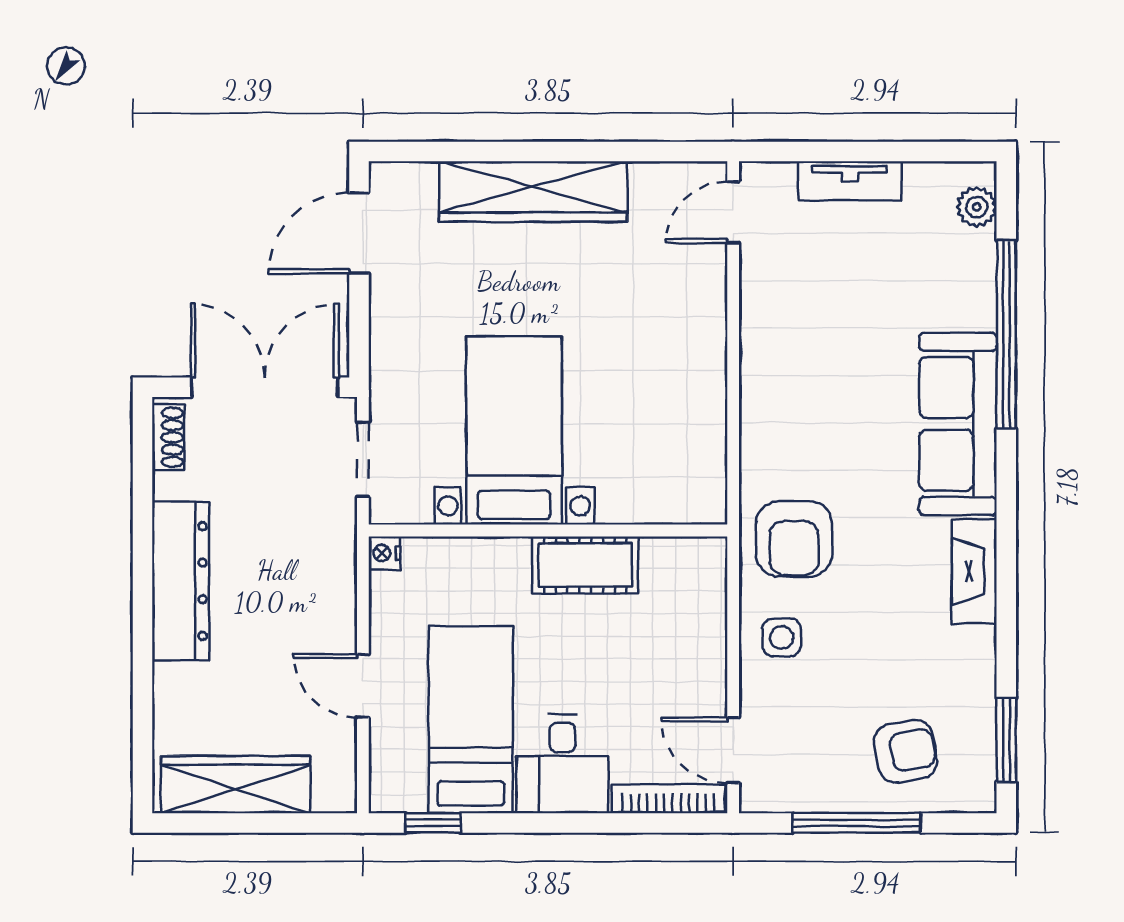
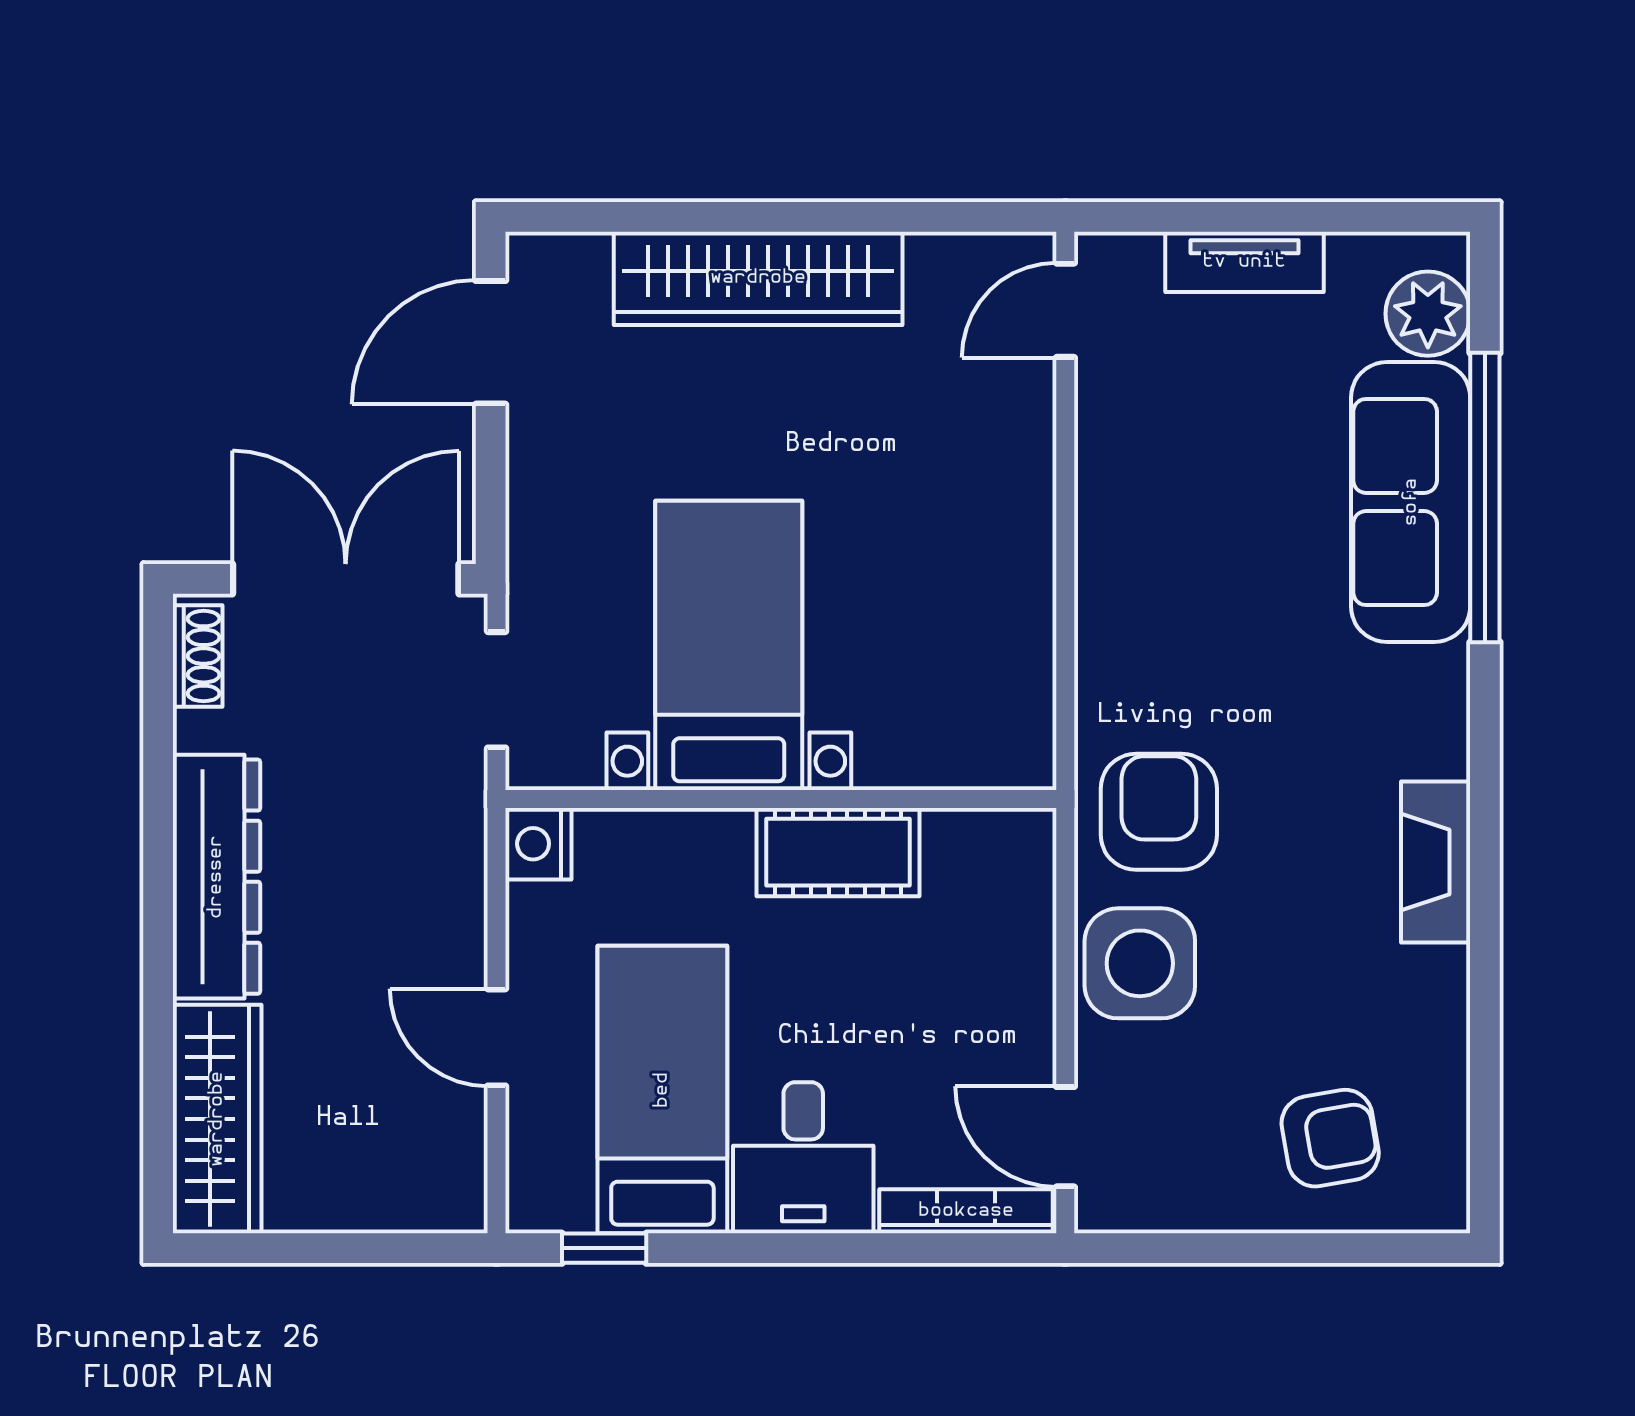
plant: (977, 207) -> (1428, 314), width x1.38, depth x1.38
sofa: (958, 424) -> (1411, 502), moved
armchair: (794, 539) -> (1159, 812), turned 180
nightstand: (384, 553) -> (538, 844), width x1.39, depth x1.35
side table: (782, 637) -> (1140, 963), width x1.87, depth x1.87
window: (1006, 740) -> (1485, 1121), removed
wardrobe: (235, 784) -> (217, 1119), moved, turned 90
window: (857, 823) -> (1255, 1248), removed

